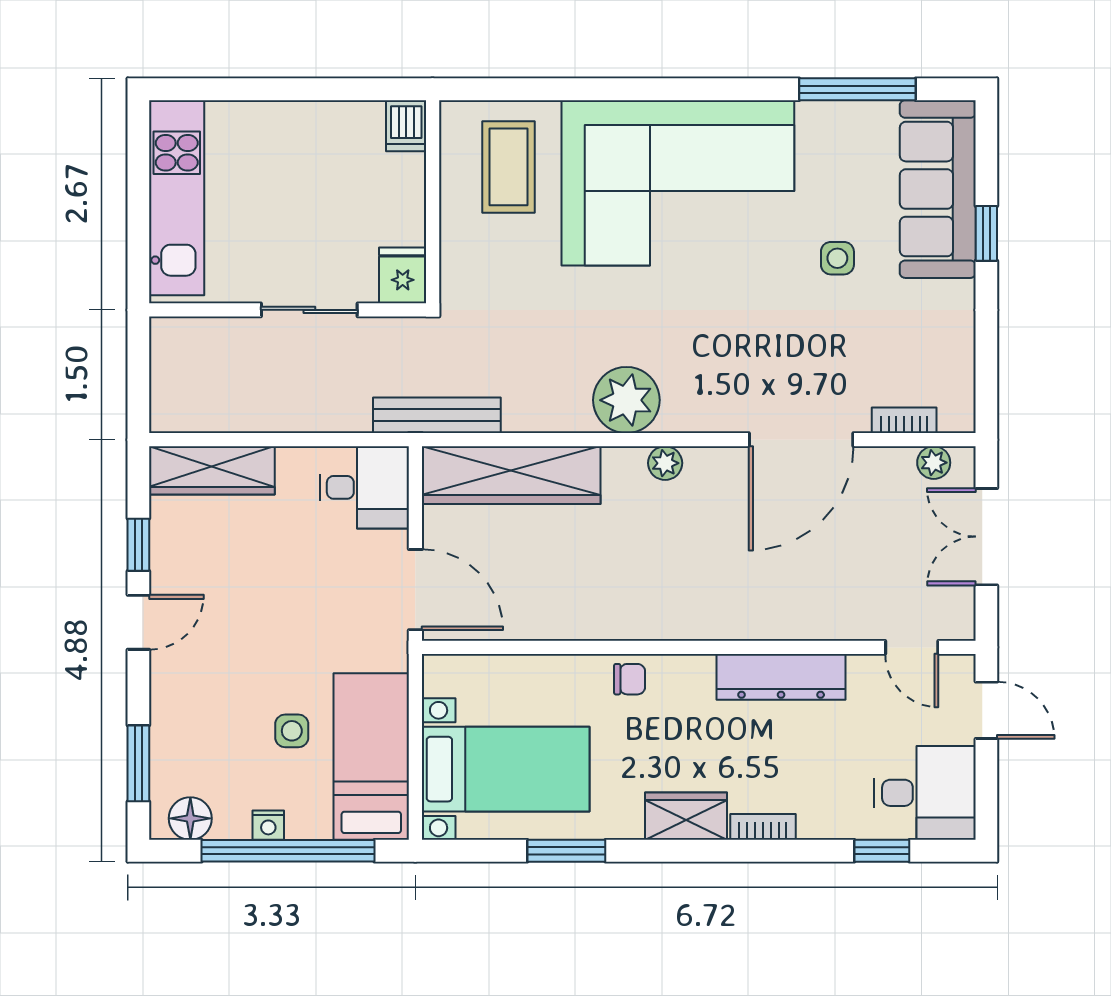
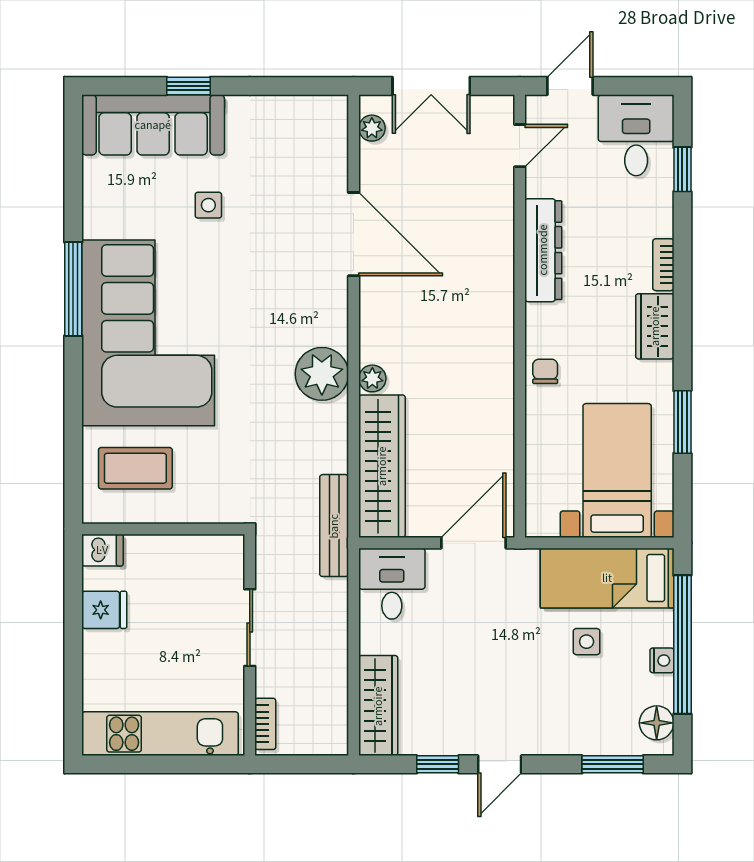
window: (857, 89) -> (73, 289), moved
fridge: (403, 275) -> (104, 610), moved, turned 180
bookcase: (904, 420) -> (265, 724), moved, turned 180
plant: (665, 463) -> (372, 378), moved
door: (138, 622) -> (500, 764), swing flipped

